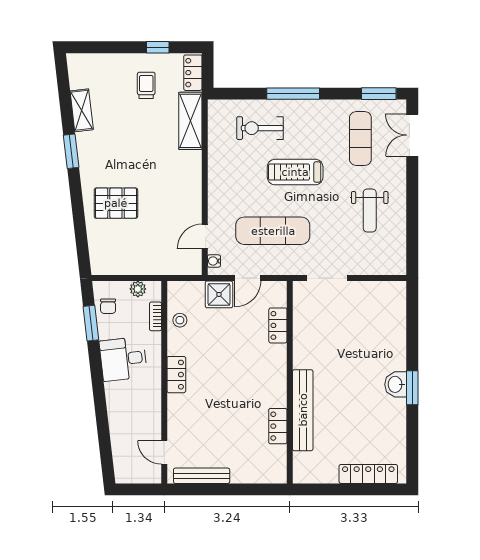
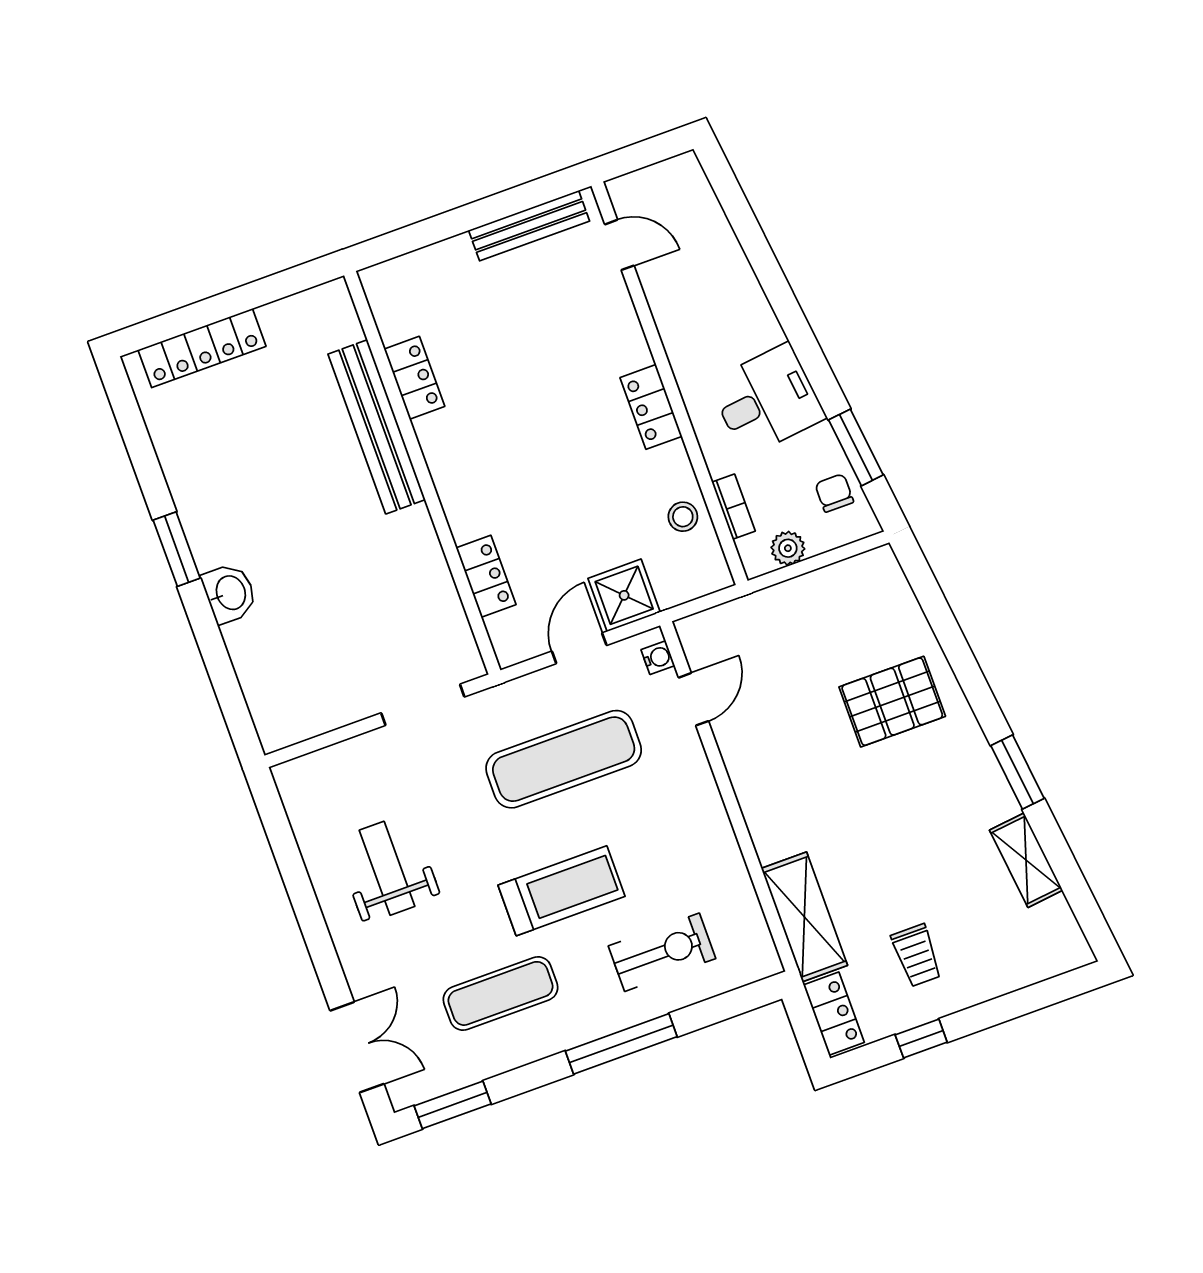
exercise mat: (360, 138) -> (501, 993), moved, turned 90
washbasin: (396, 384) -> (230, 593), moved

